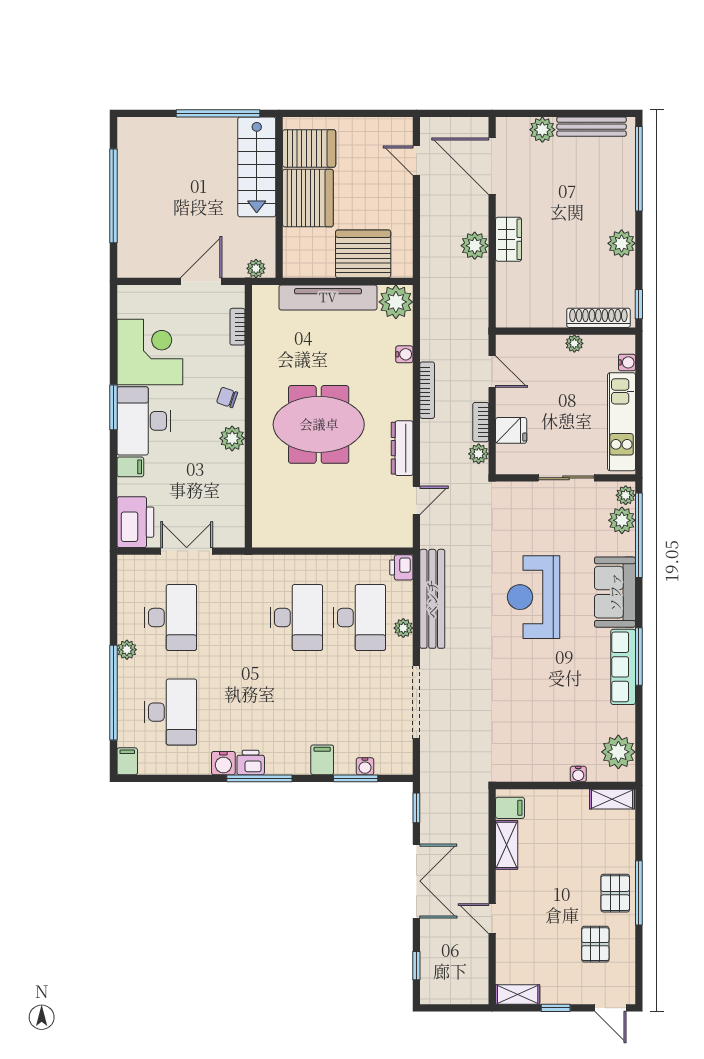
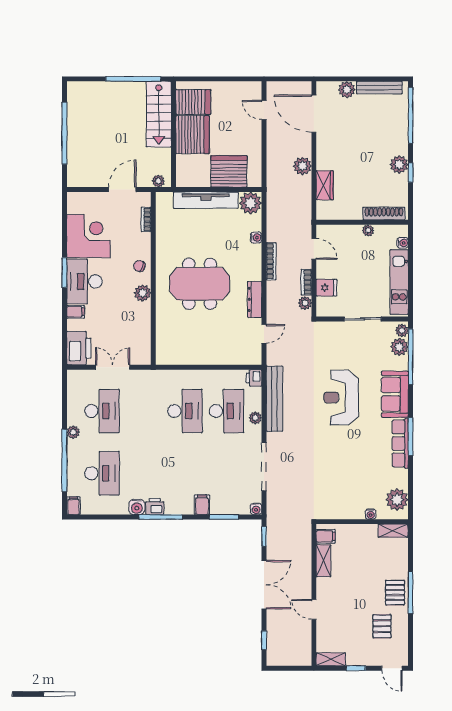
wardrobe: (509, 239) -> (325, 185), moved
window: (639, 304) -> (411, 172), moved
water cooler: (365, 766) -> (256, 509), moved

